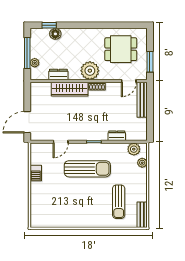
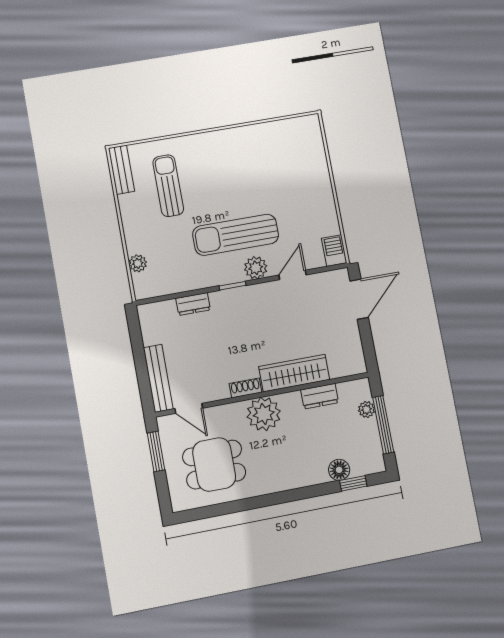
door: (129, 81) -> (189, 408), swing flipped
plant: (134, 149) -> (256, 268), moved
barbecue: (36, 173) -> (334, 251), moved

